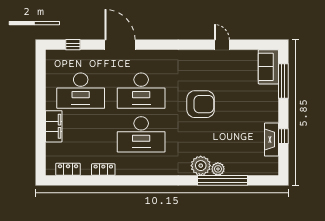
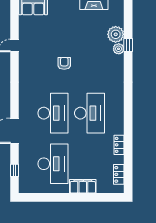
armchair: (201, 104) -> (64, 63), width x0.53, depth x0.53
plant: (201, 166) -> (116, 34), moved
window: (222, 180) -> (128, 45), width x0.32

